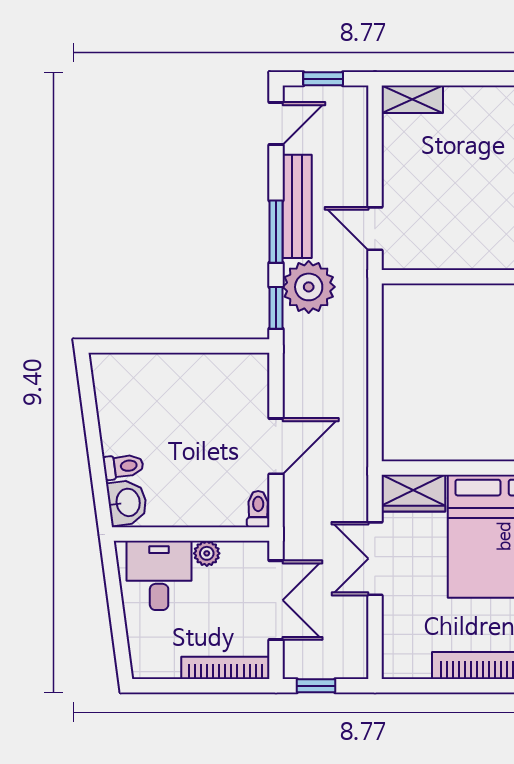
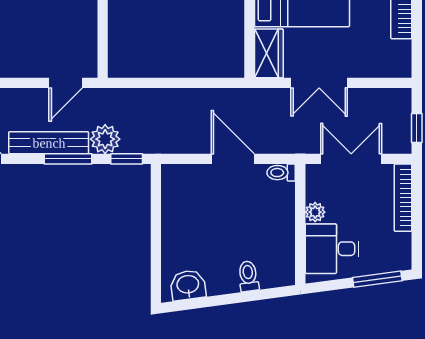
plant: (309, 287) -> (105, 139), width x0.73, depth x0.73
washbasin: (127, 503) -> (188, 285), moved
window: (119, 634) -> (377, 279), added

